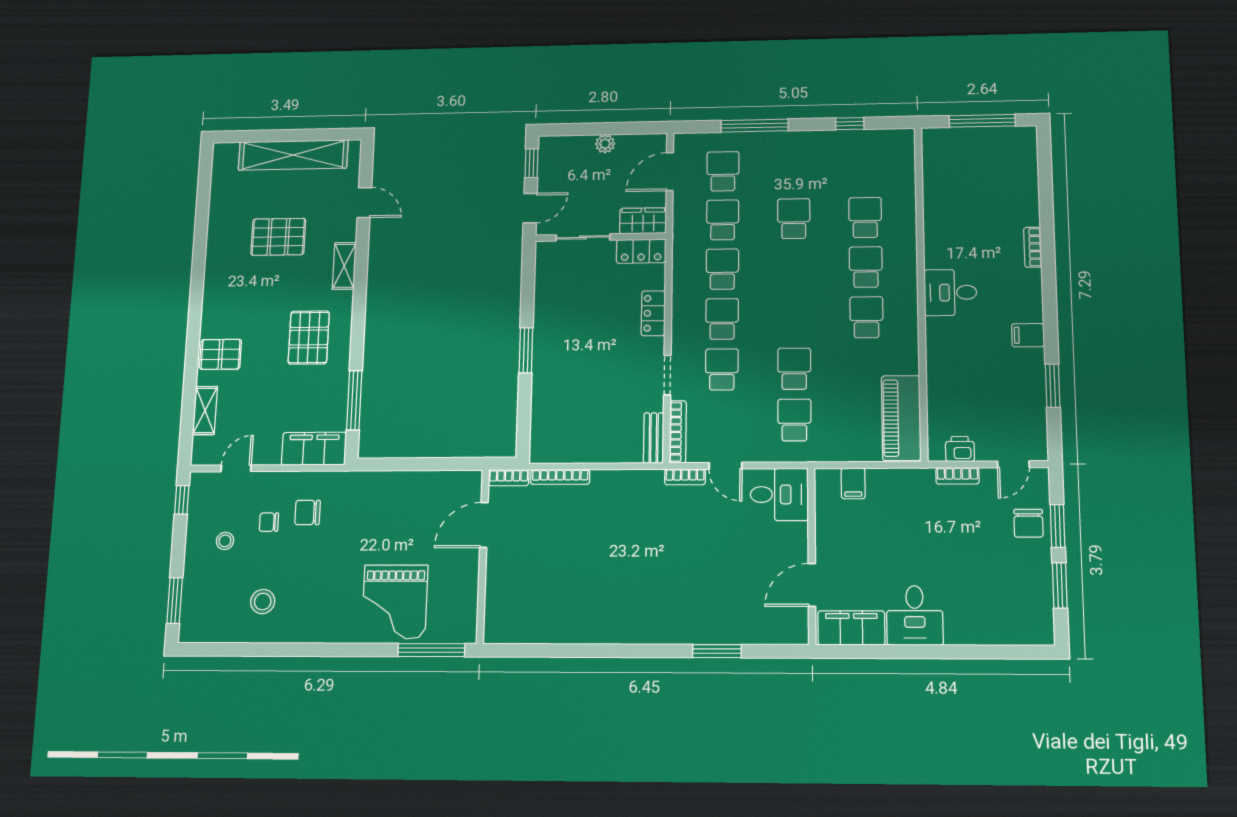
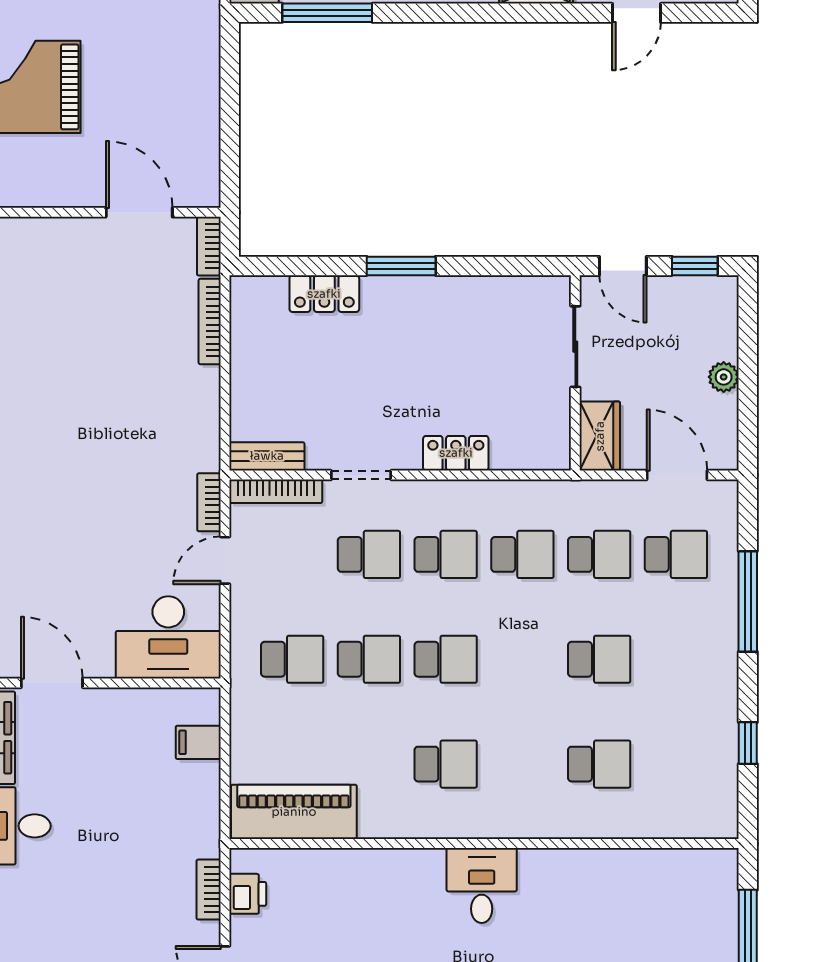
locker: (641, 251) -> (324, 294), moved, turned -90
school desk: (866, 267) -> (446, 659), moved
desk: (779, 494) -> (168, 637), width x1.37

